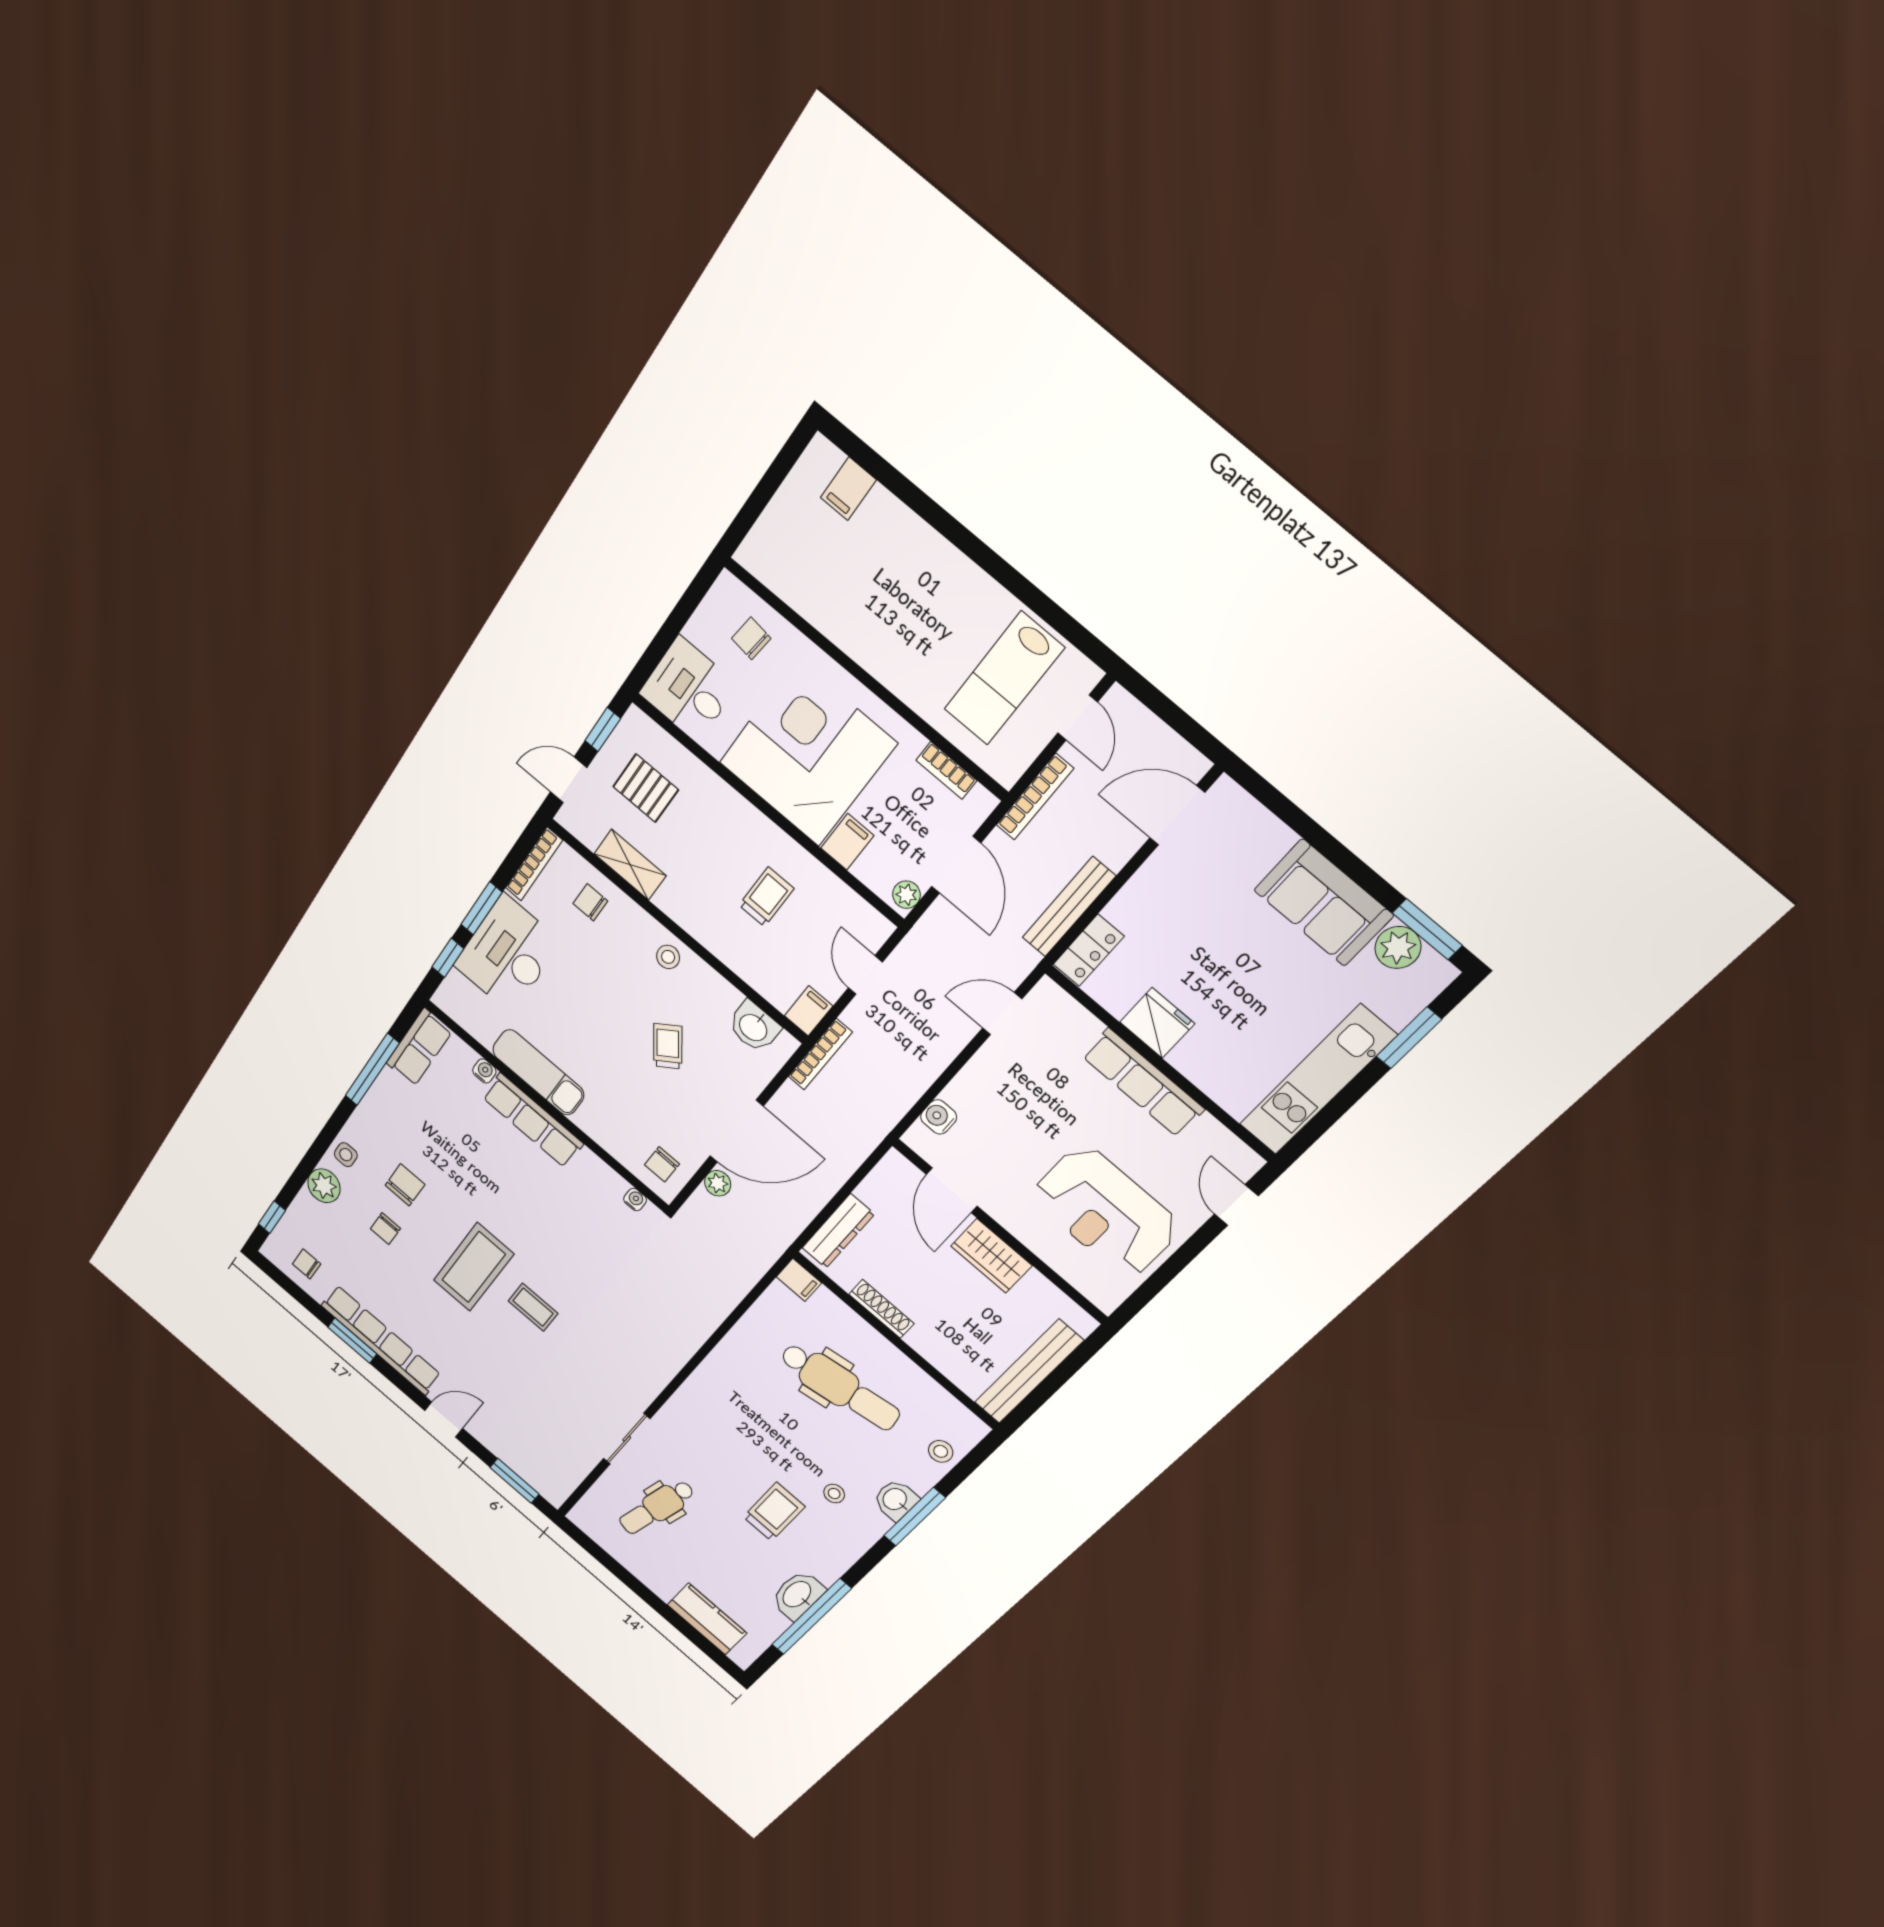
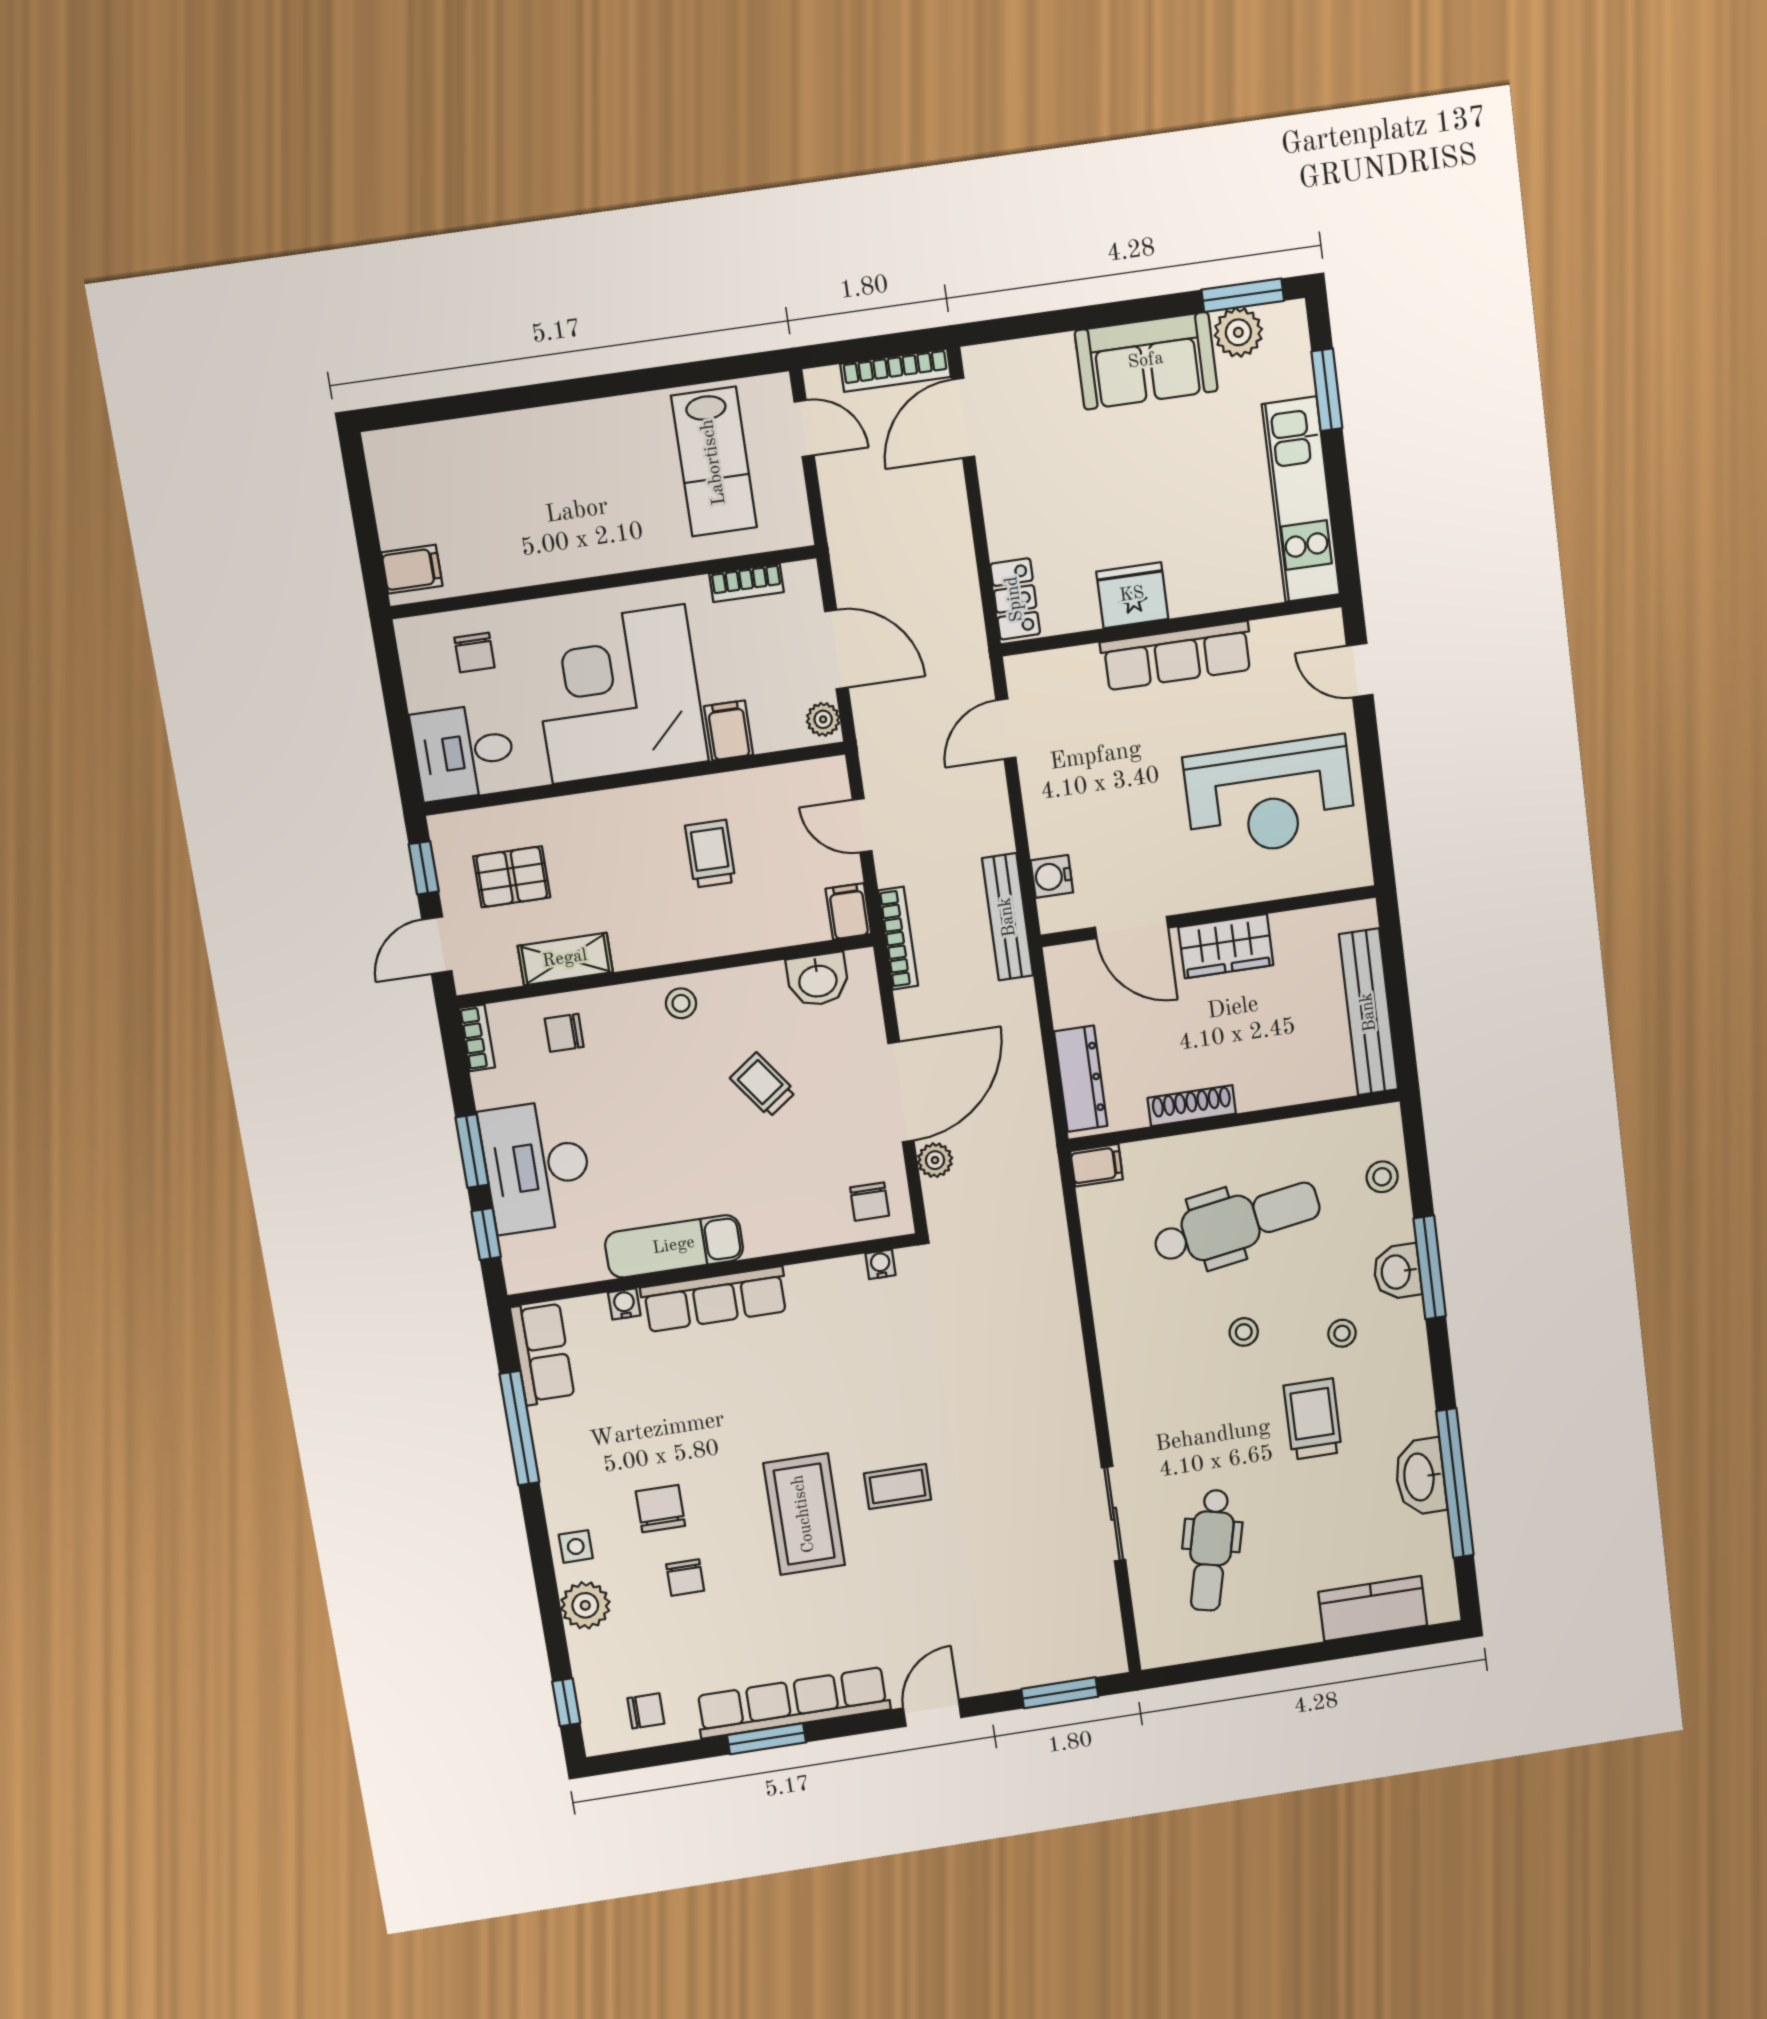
filing cabinet: (848, 489) -> (412, 569), moved, turned -90
chair: (751, 638) -> (475, 652), turned -97
bookcase: (1035, 797) -> (896, 370), moved, turned 90
bookcase: (534, 864) -> (477, 1038), width x0.64
bench: (1069, 907) -> (1008, 917), moved
chair: (307, 1264) -> (646, 1711), turned 180
stool: (785, 1437) -> (1244, 1332), added

